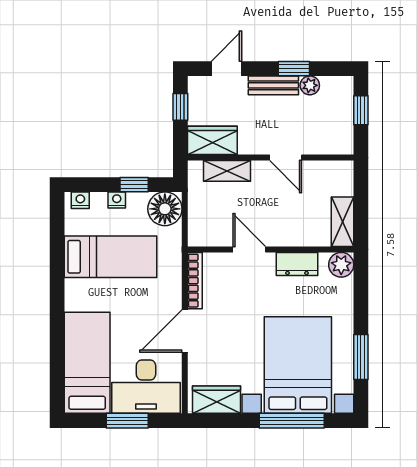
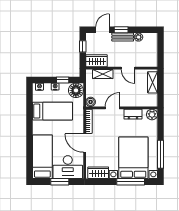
window: (294, 69) -> (121, 30), moved
window: (361, 110) -> (160, 48), removed
shelving: (342, 222) -> (153, 82), moved
boiler: (199, 236) -> (91, 102), added
door: (249, 249) -> (112, 108), hinge flipped
door: (185, 331) -> (85, 143), hinge flipped
window: (361, 357) -> (160, 154), width x1.44

